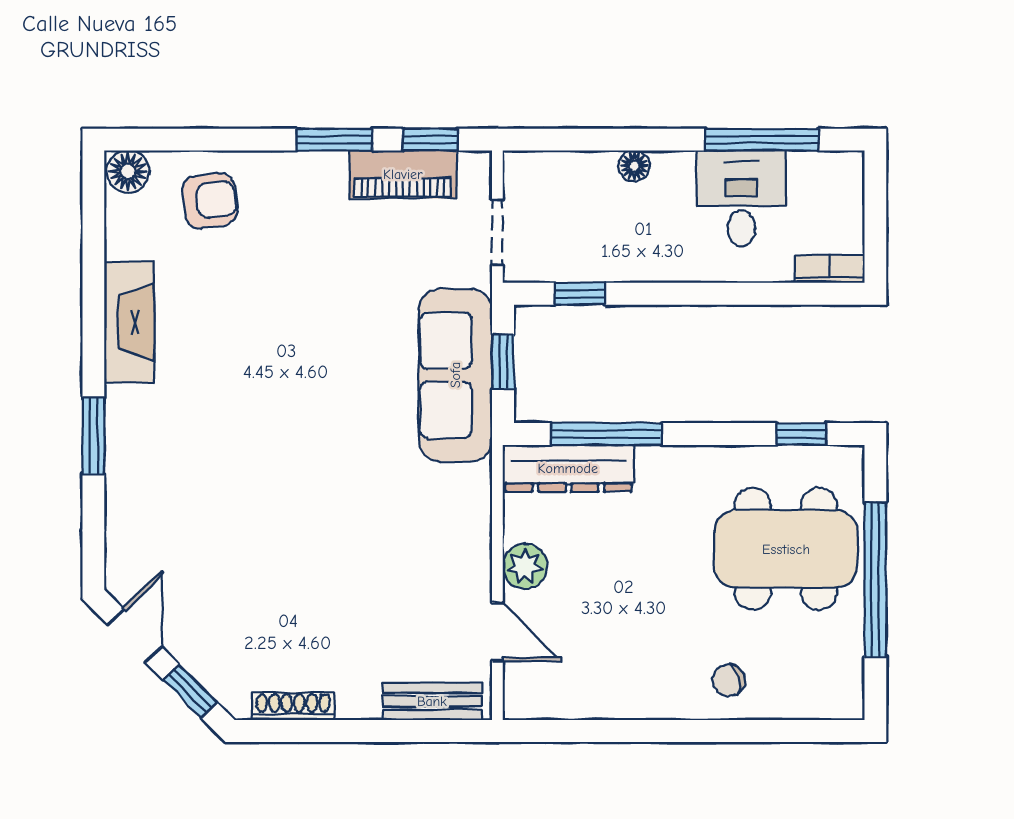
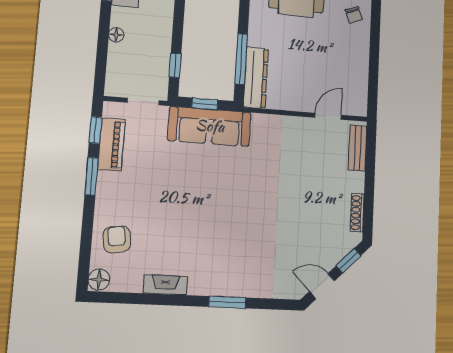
fireplace: (129, 322) -> (165, 285), width x0.73, depth x0.76
plant: (525, 566) -> (299, 101), removed

